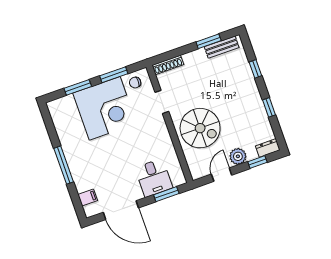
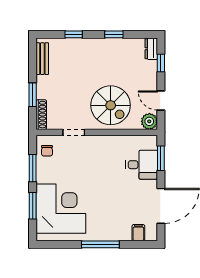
window: (209, 41) -> (33, 95), moved
corner desk: (105, 108) -> (61, 209), moved
spiral stairs: (200, 128) -> (111, 105), turned 90
plant: (238, 156) -> (149, 121), moved

